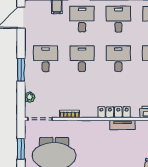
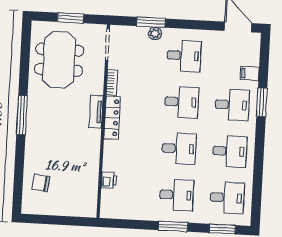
window: (21, 70) -> (151, 22), moved
plant: (30, 97) -> (155, 34), moved
locker: (114, 112) -> (112, 118), moved
tv unit: (123, 125) -> (96, 112), moved

